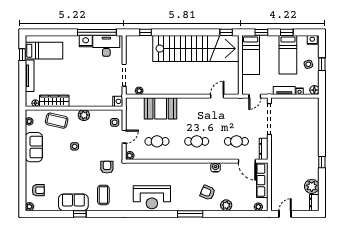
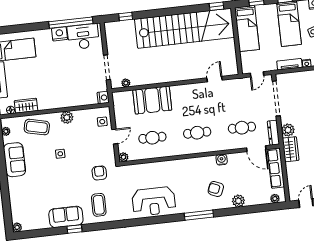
wardrobe: (54, 101) -> (26, 106), width x0.67
plant: (277, 148) -> (288, 130), added
wardrobe: (277, 165) -> (291, 149), added
armchair: (38, 190) -> (25, 208), removed

